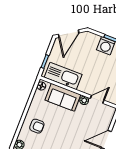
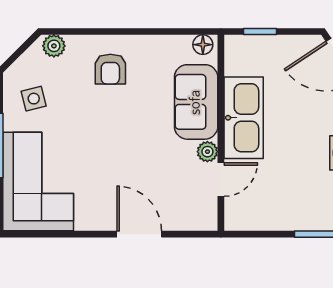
kitchen sink: (63, 76) -> (244, 118), moved
door: (97, 99) -> (221, 180), hinge flipped

